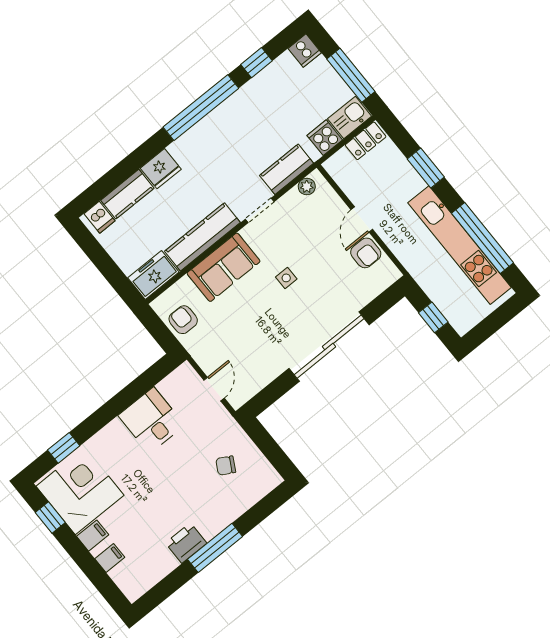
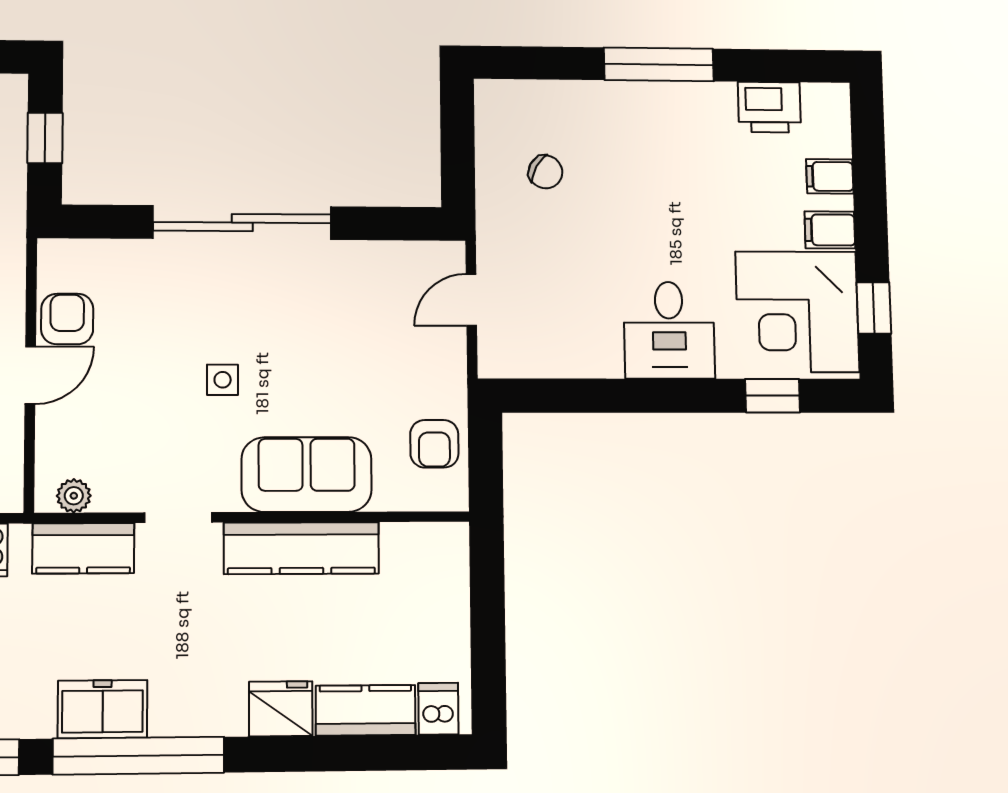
freezer: (153, 275) -> (102, 709), moved, turned 180
desk: (151, 420) -> (669, 330), moved
printer: (186, 543) -> (769, 107), moved

